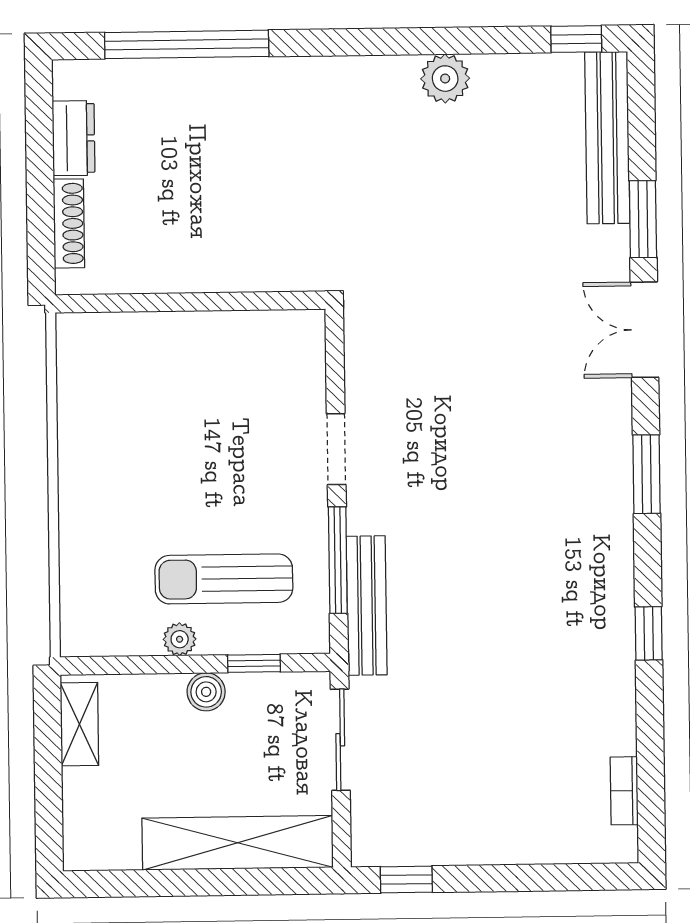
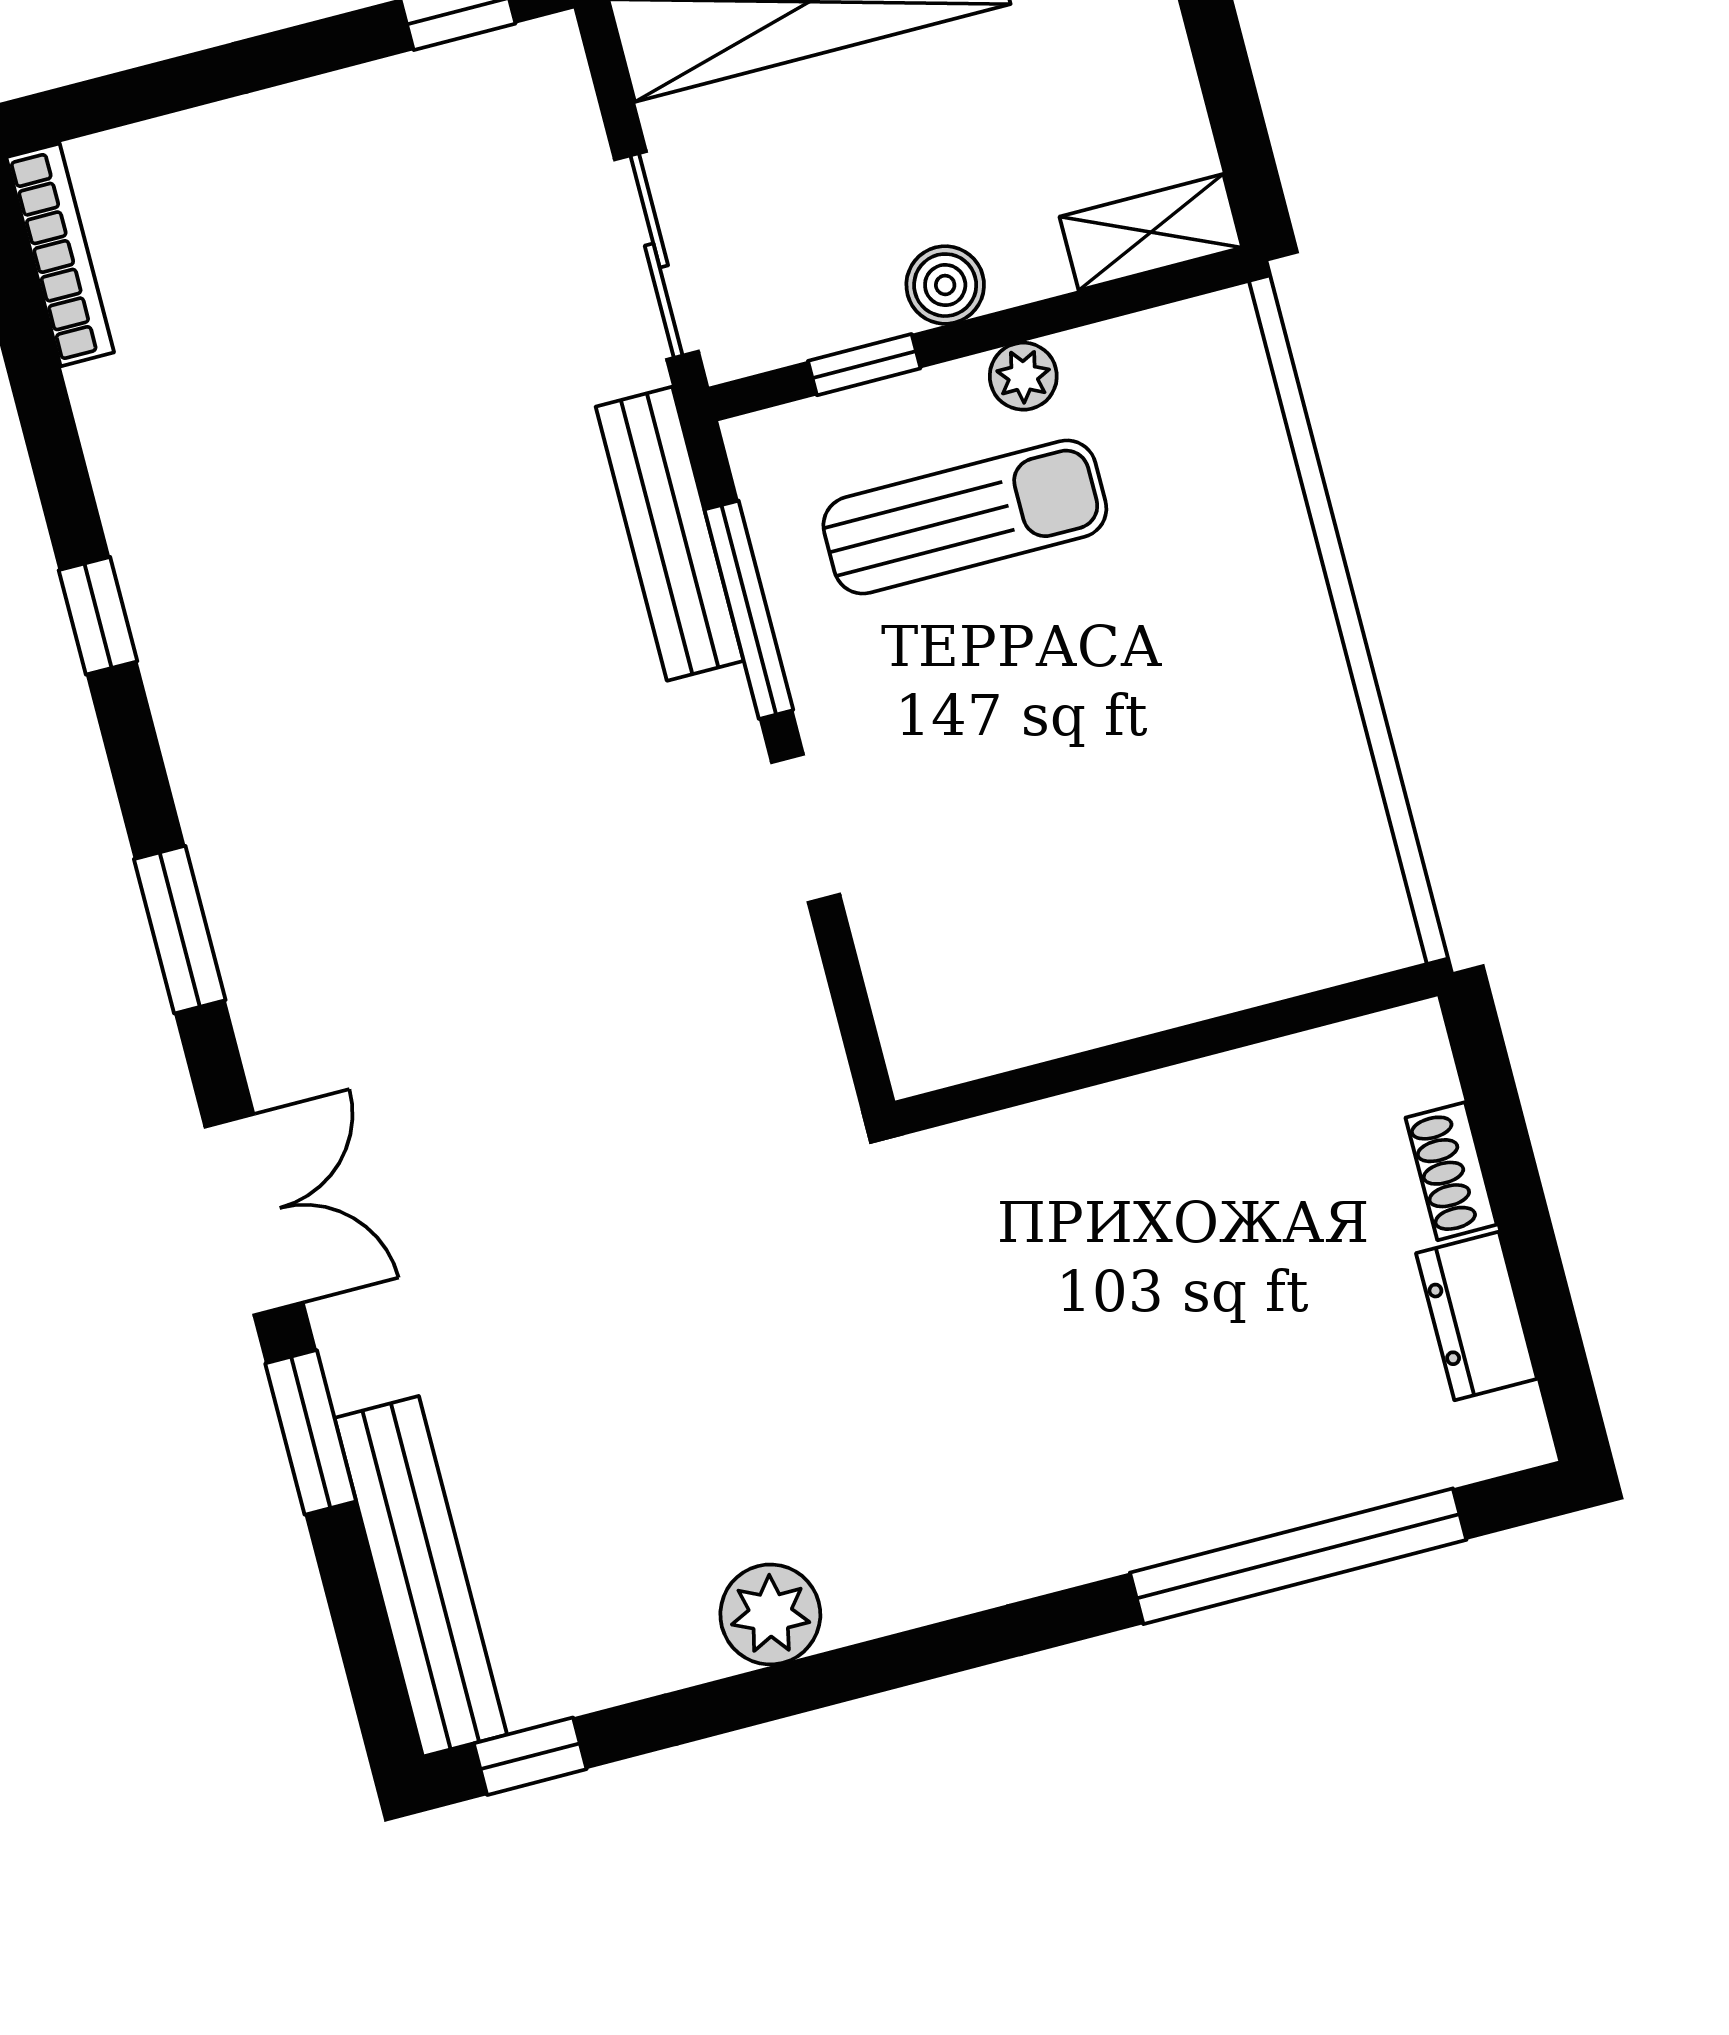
shoe rack: (69, 223) -> (1451, 1171), width x0.70
shelving: (79, 724) -> (1151, 232), moved, turned 90
bookcase: (624, 791) -> (60, 255), width x1.56

